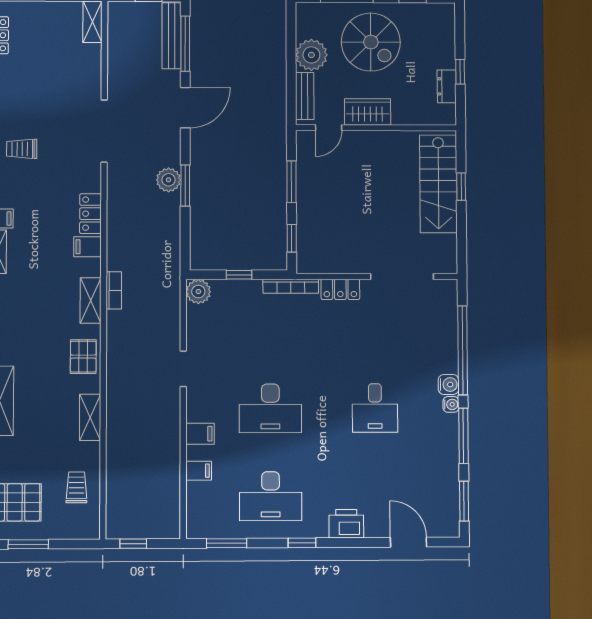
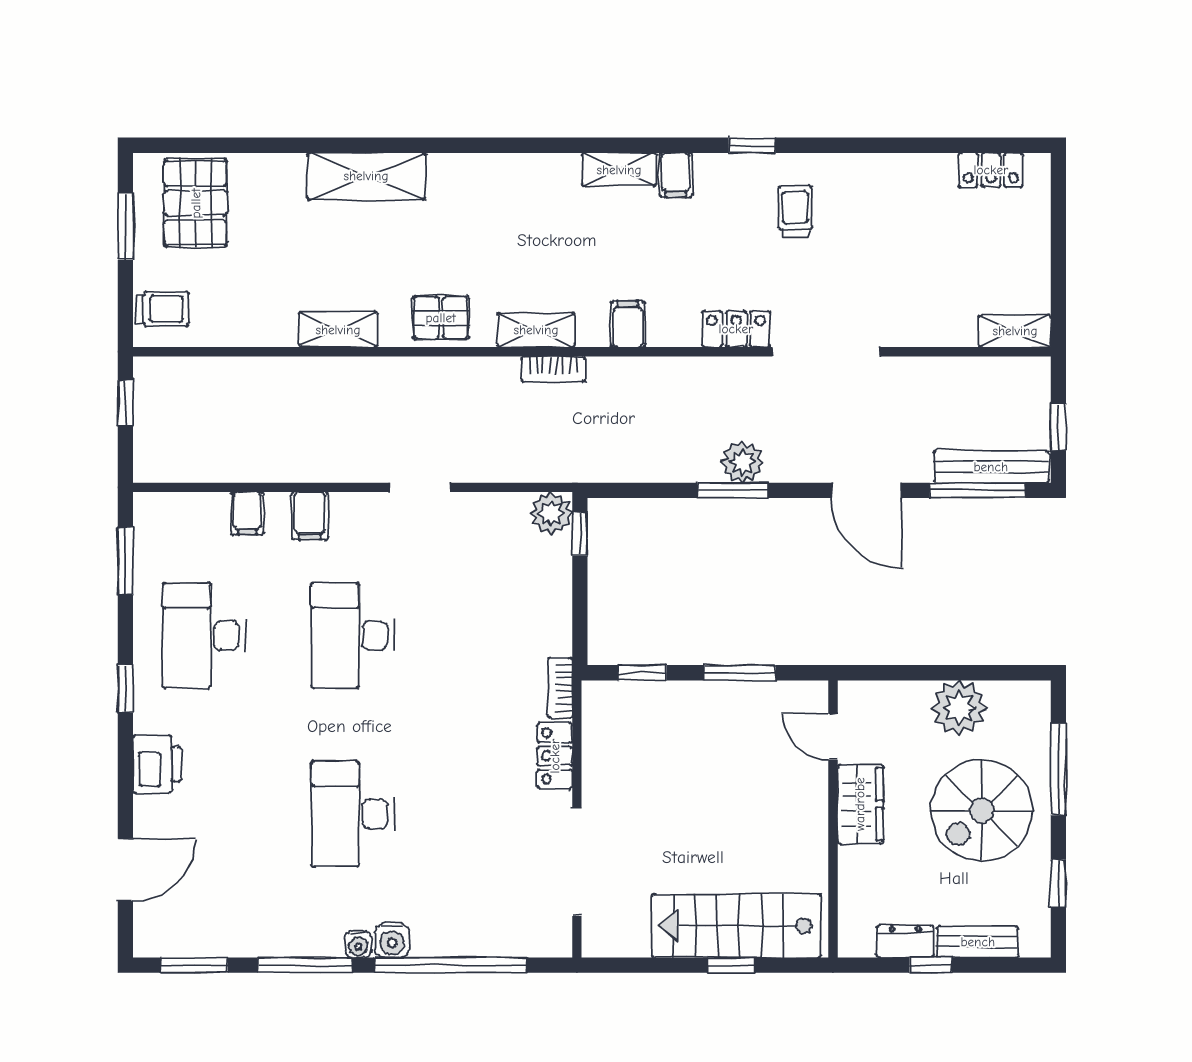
bench: (305, 96) -> (978, 942), moved
locker: (91, 214) -> (736, 329), moved
window: (239, 275) -> (580, 534), moved
bookcase: (291, 286) -> (560, 688), width x0.64
desk: (375, 408) -> (353, 814), width x1.37
trolley: (77, 487) -> (163, 309), moved

